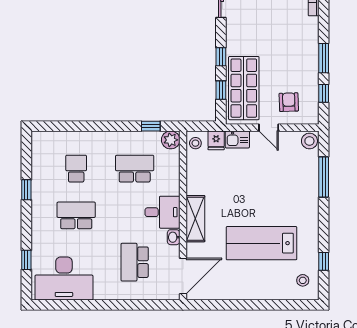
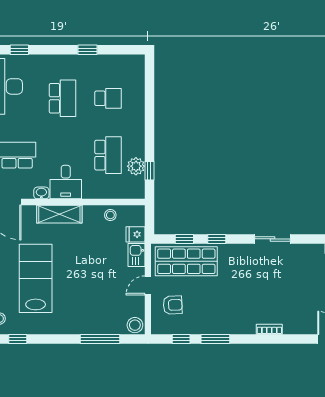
plant: (171, 140) -> (136, 166), moved
stool: (195, 143) -> (110, 215), moved

